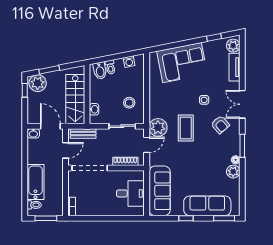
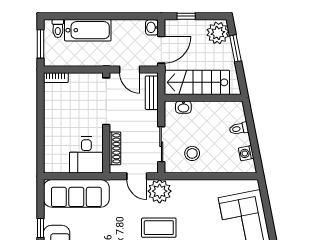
bidet: (100, 71) -> (234, 115), removed
window: (25, 90) -> (186, 16), moved
desk: (130, 193) -> (86, 155), moved

